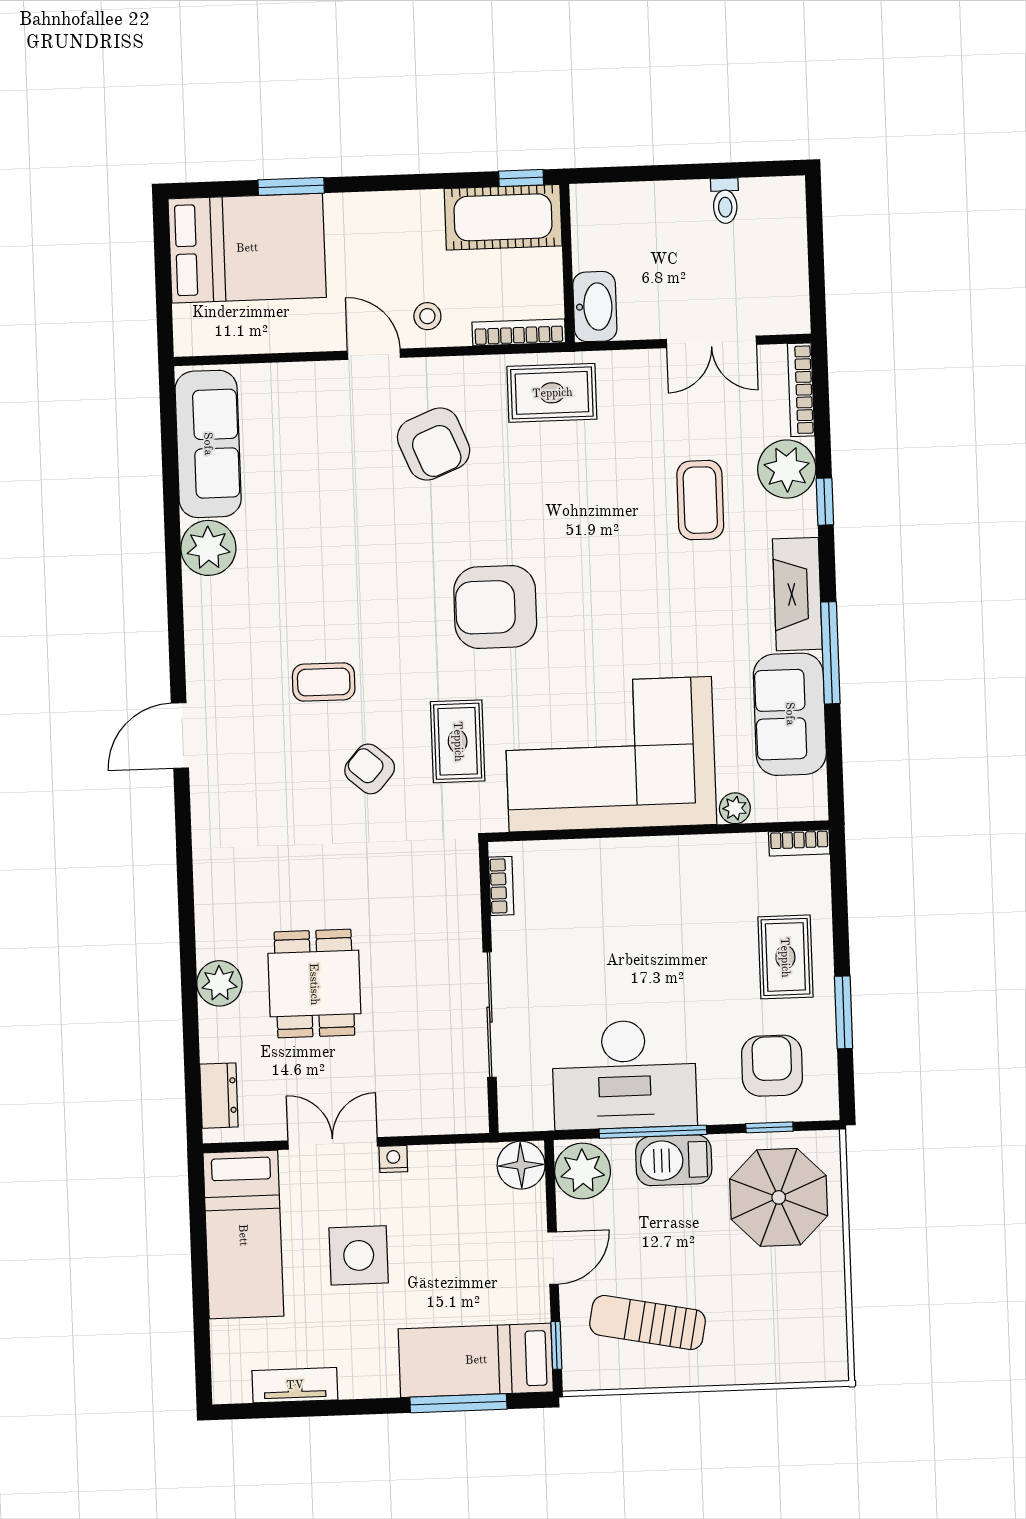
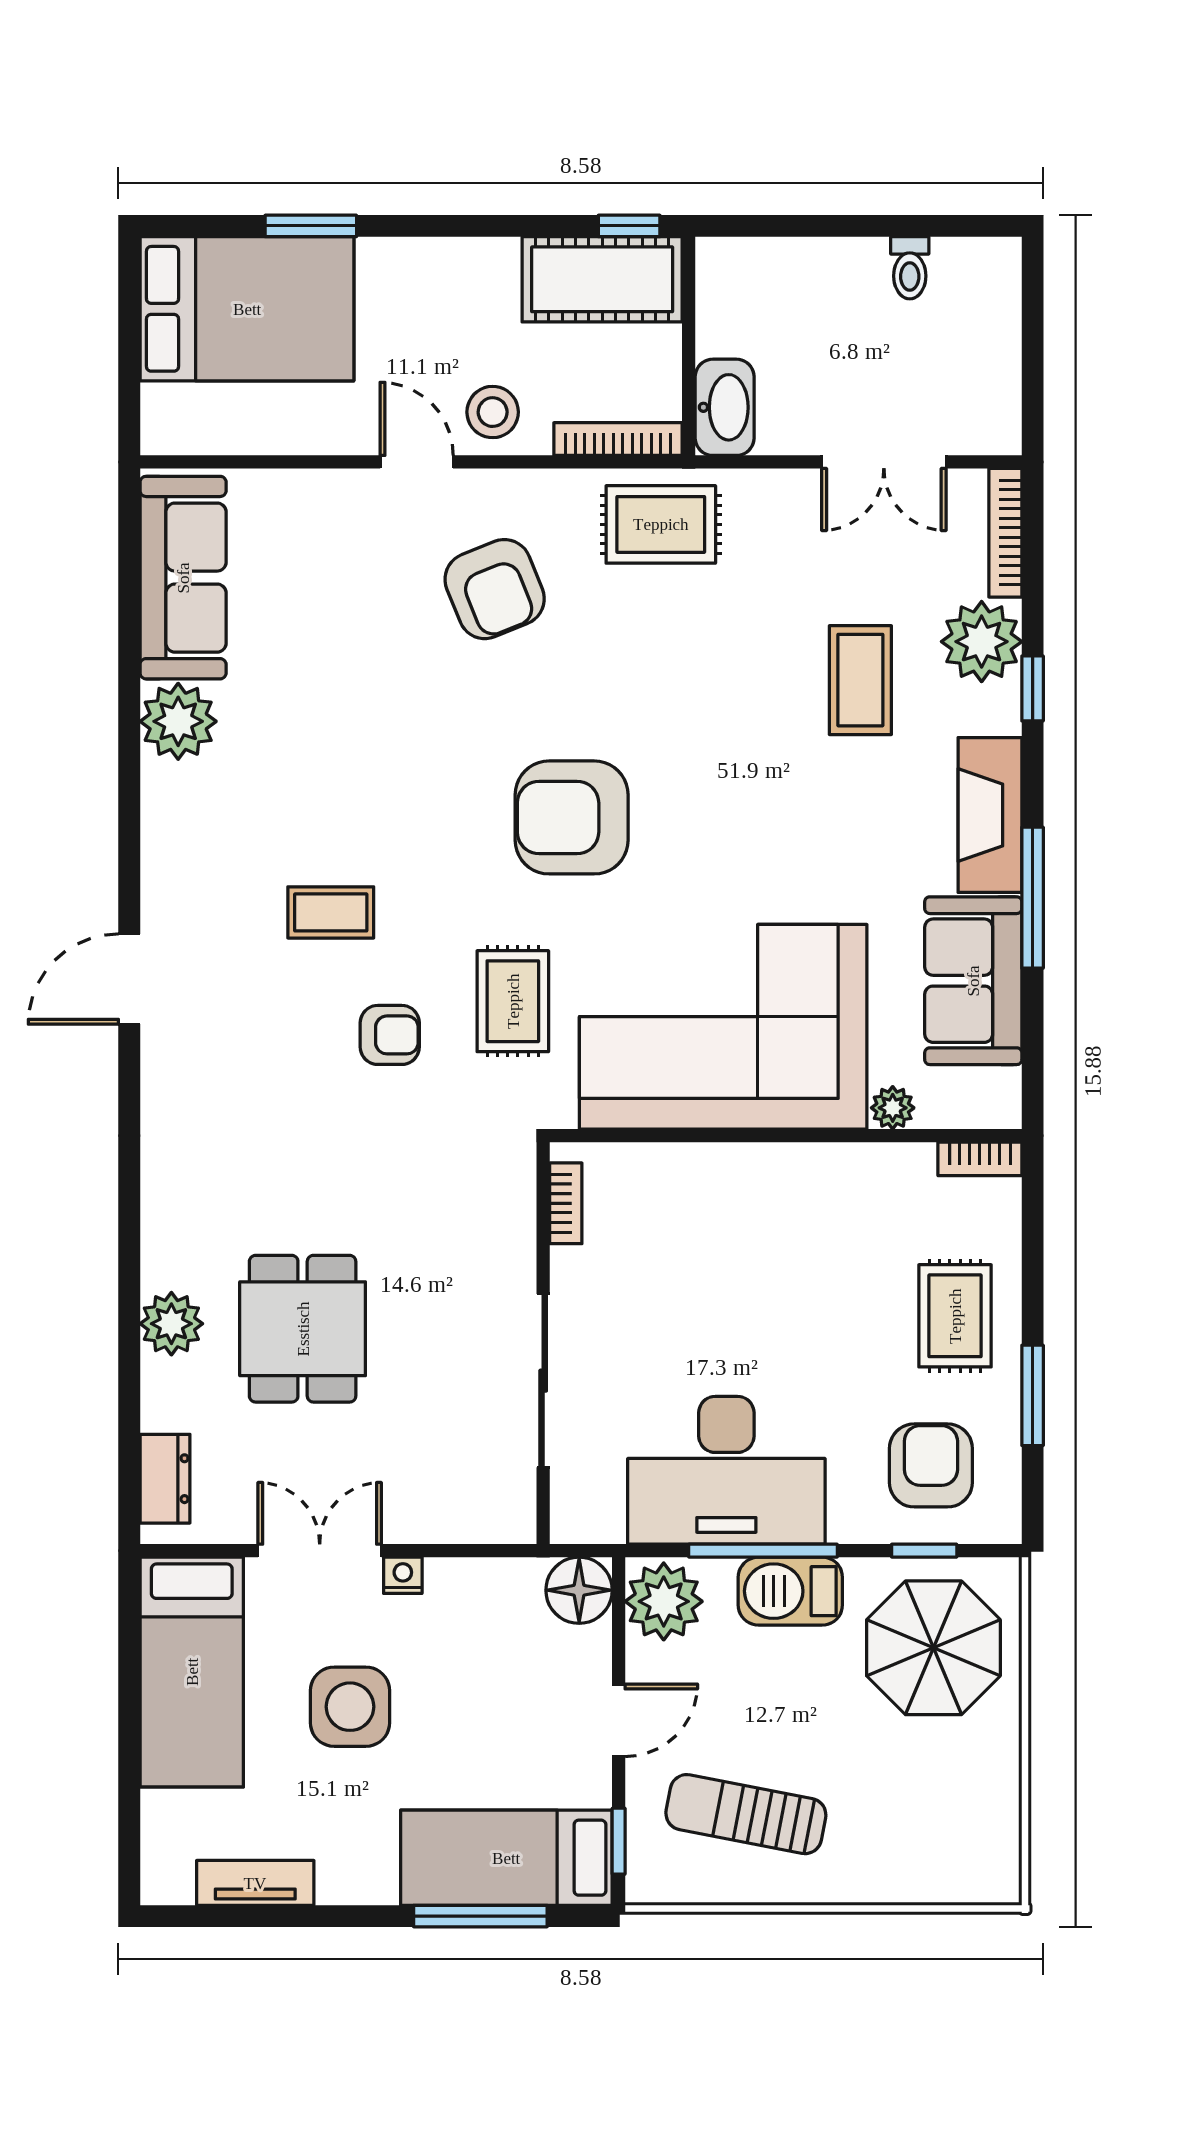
stool: (427, 316) -> (493, 412), width x1.37, depth x1.37
armchair: (370, 769) -> (390, 1035), turned 139

